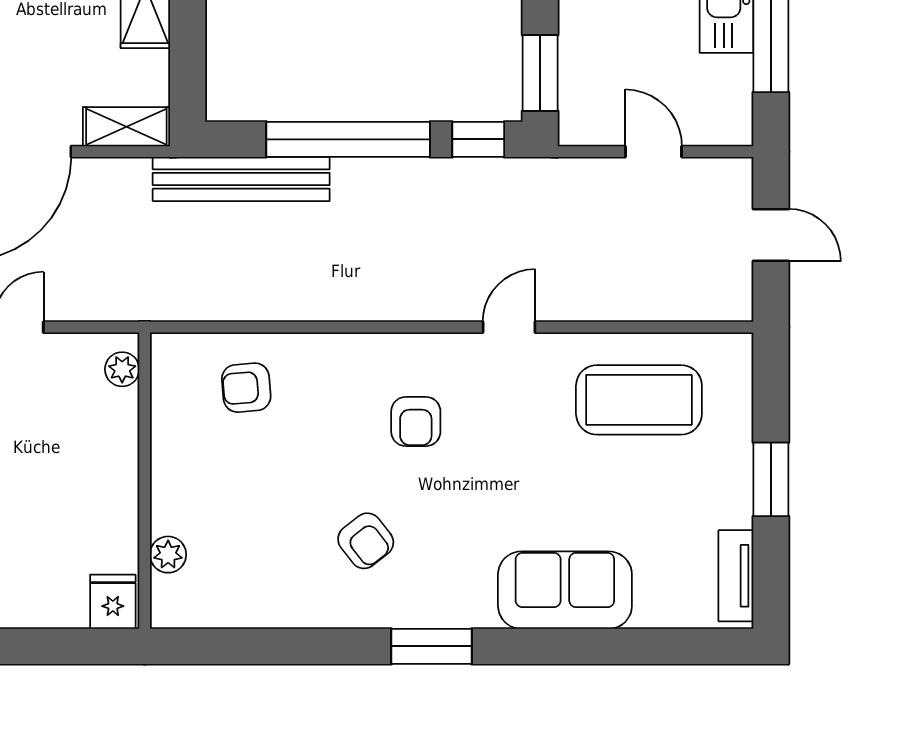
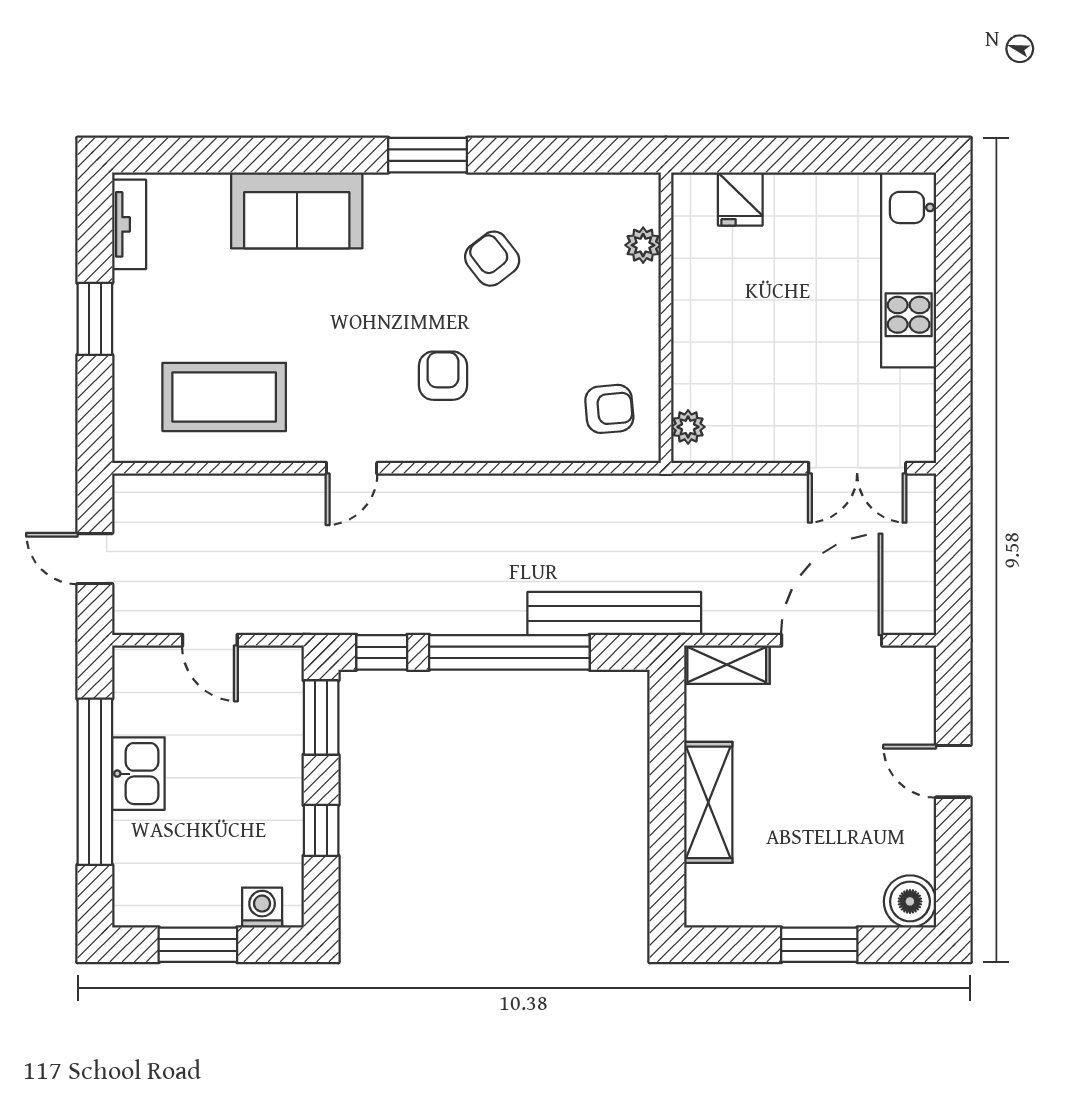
plant: (122, 369) -> (688, 427), moved
wall: (145, 481) -> (666, 318), moved
plant: (168, 555) -> (643, 245), moved

